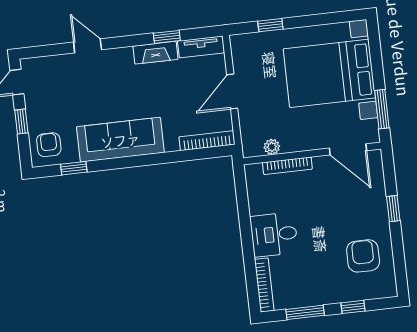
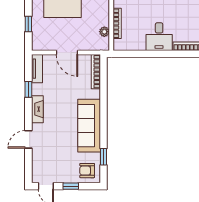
fireplace: (155, 53) -> (37, 109), moved

